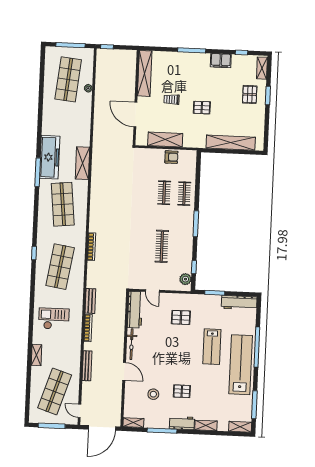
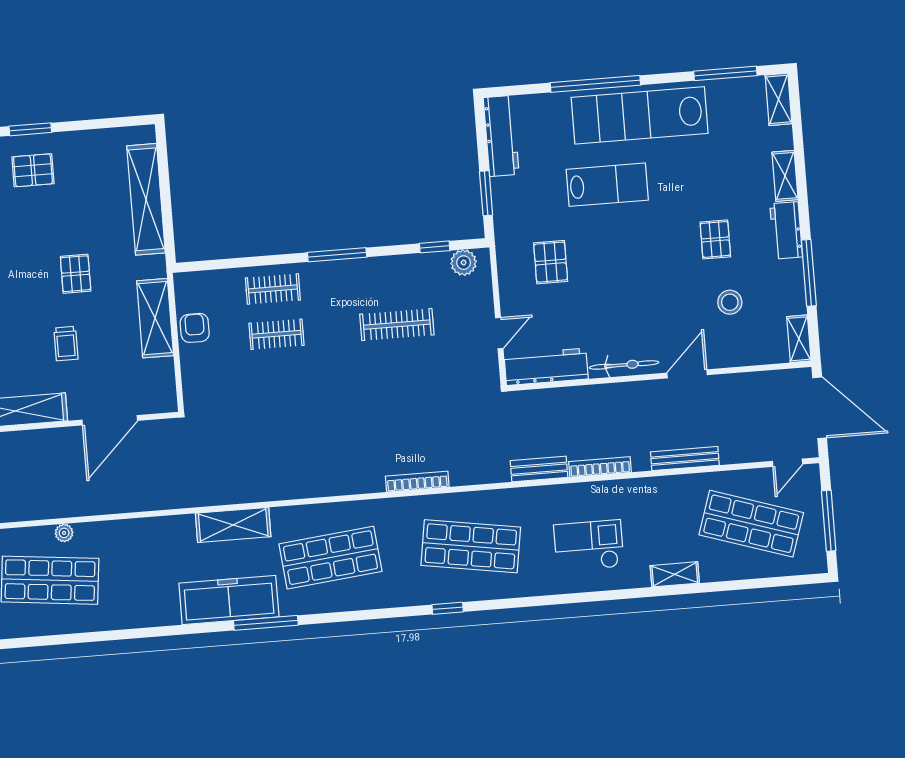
shelving: (165, 140) -> (155, 318), moved
checkout: (54, 319) -> (589, 546), turned 90

